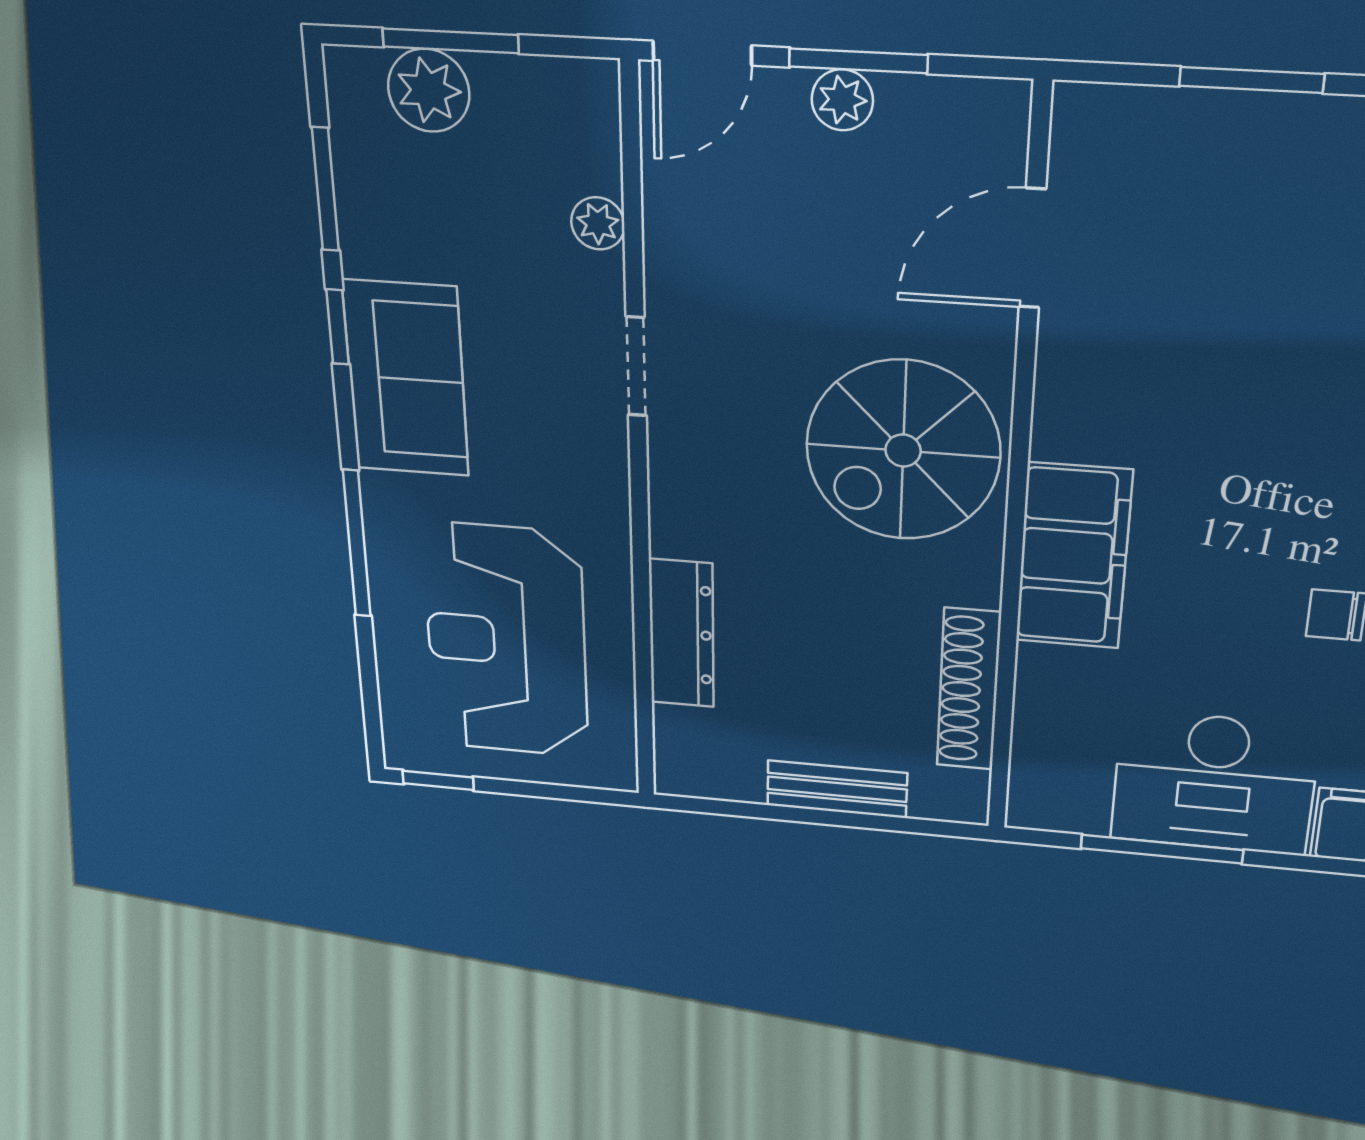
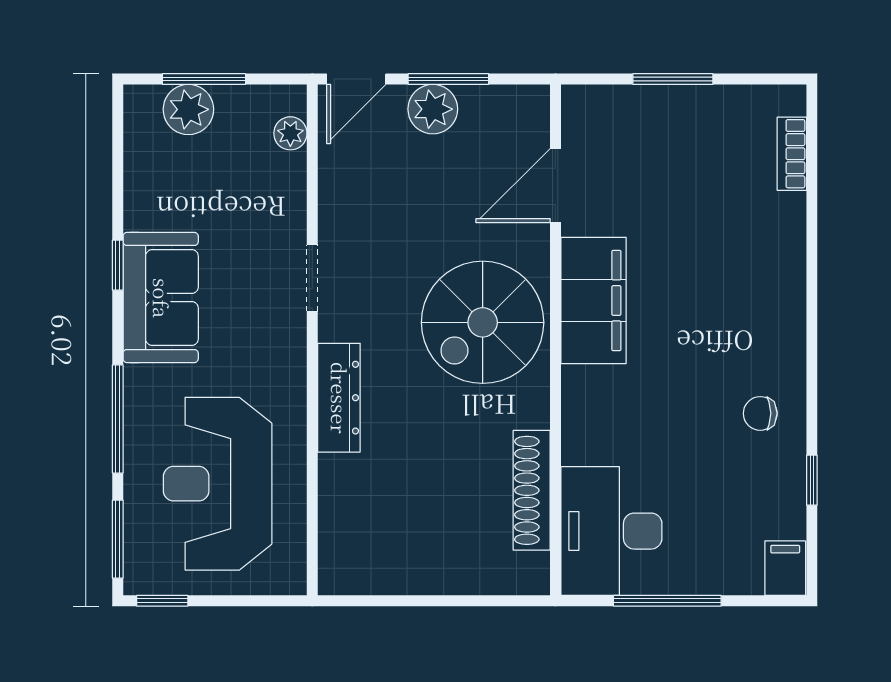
plant: (842, 100) -> (433, 109), width x1.38, depth x1.38
window: (325, 189) -> (118, 539), moved
plant: (598, 223) -> (290, 133), moved
filing cabinet: (1073, 556) -> (593, 300), moved
dresser: (682, 634) -> (339, 398), moved
desk: (1214, 783) -> (611, 531), moved, turned 90
bench: (837, 789) -> (446, 577), removed

